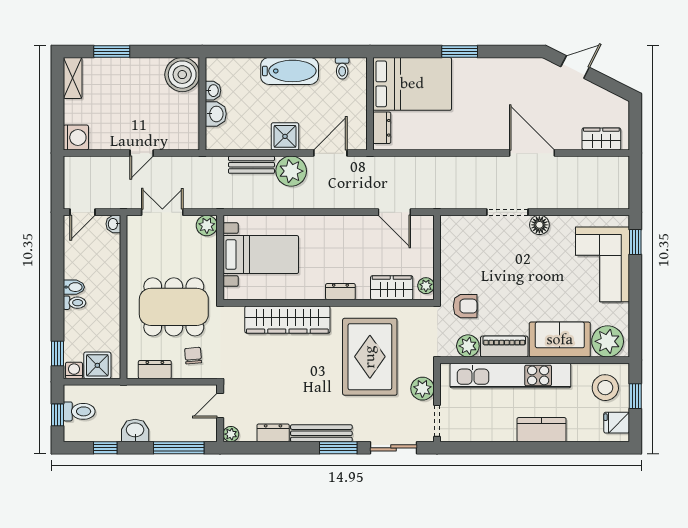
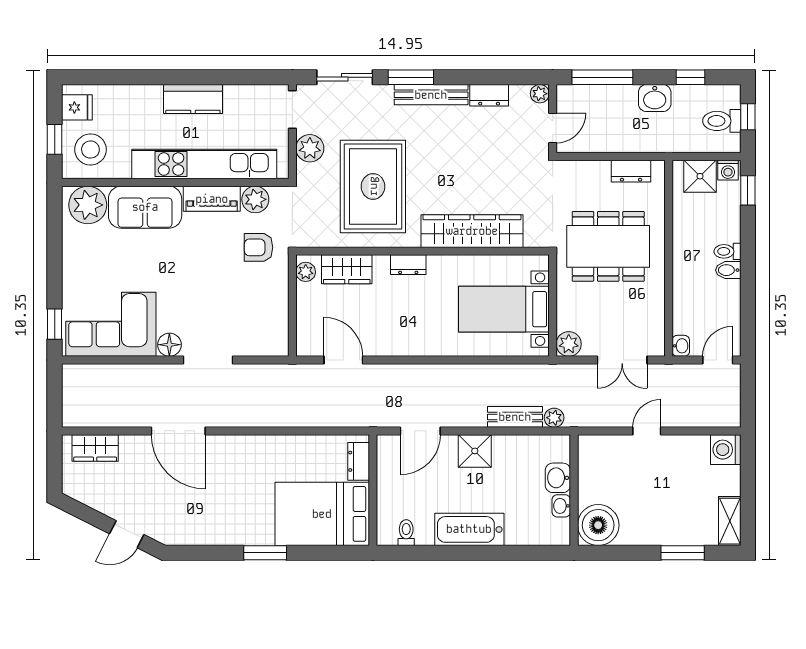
plant: (291, 171) -> (554, 418), moved, width x0.53, depth x0.53
corner sofa: (602, 264) -> (111, 324), moved, turned -90
chair: (193, 356) -> (585, 188), removed
kitchen counter: (542, 430) -> (193, 99), moved

